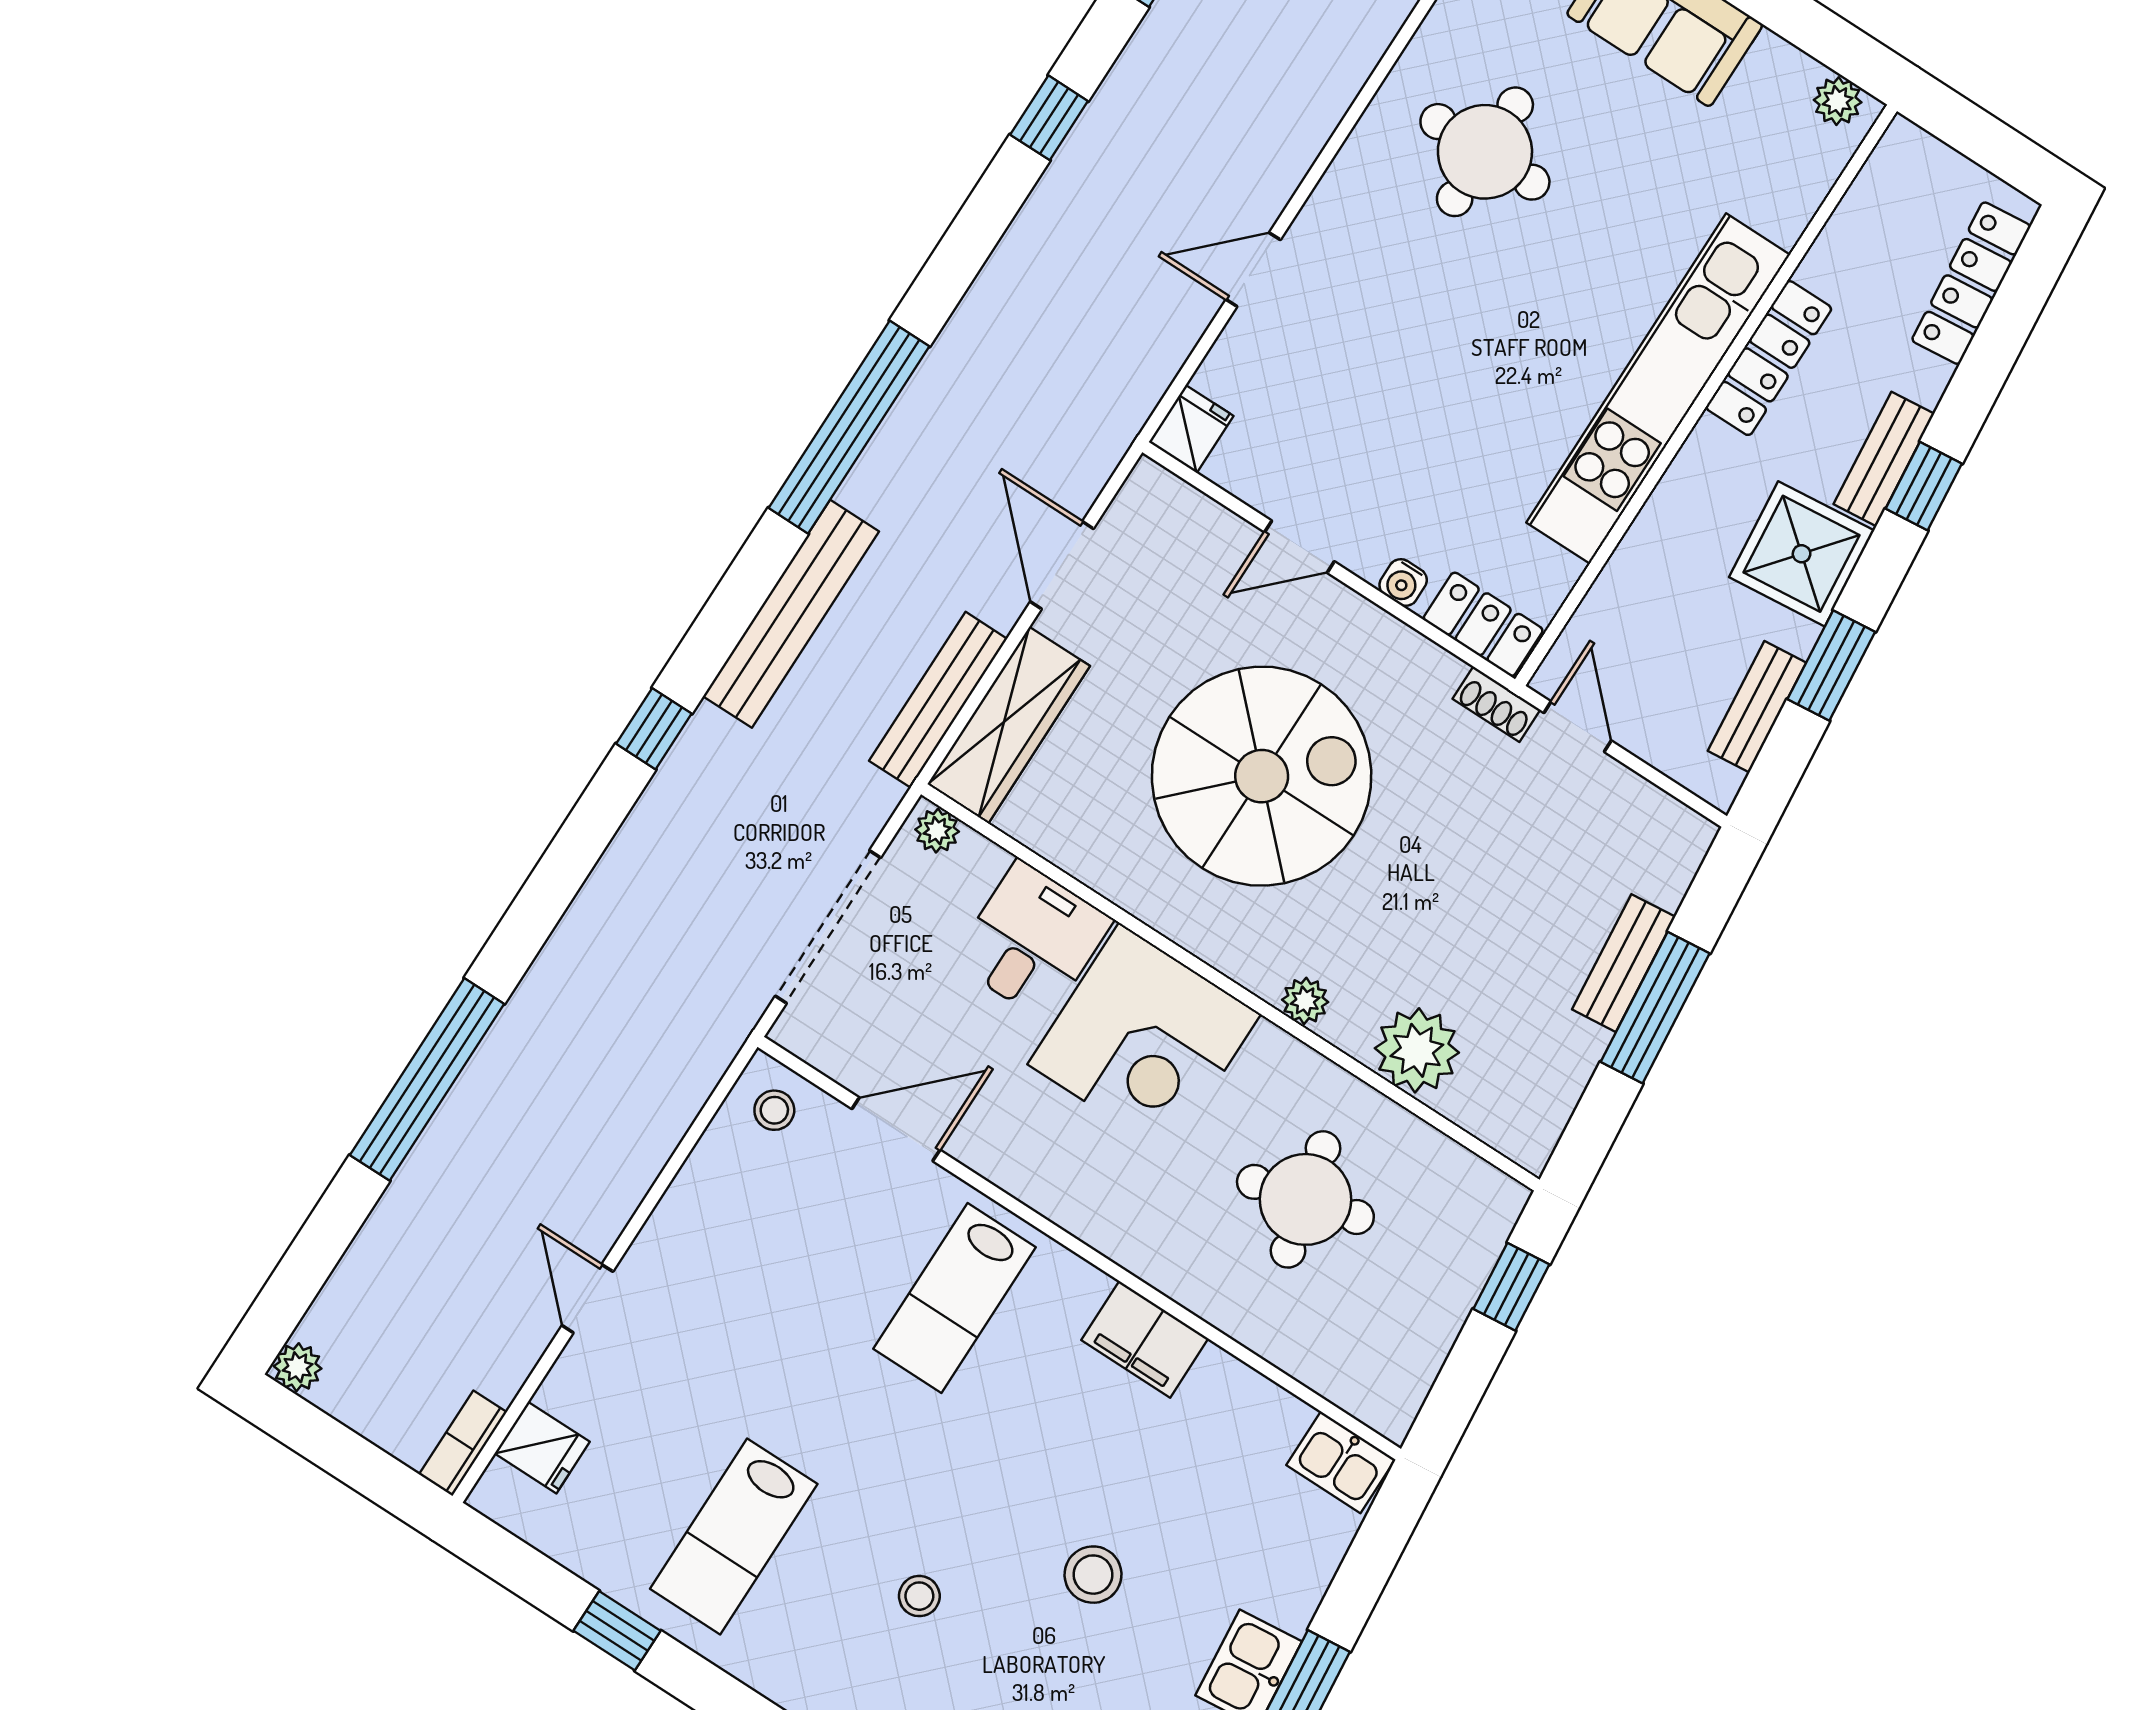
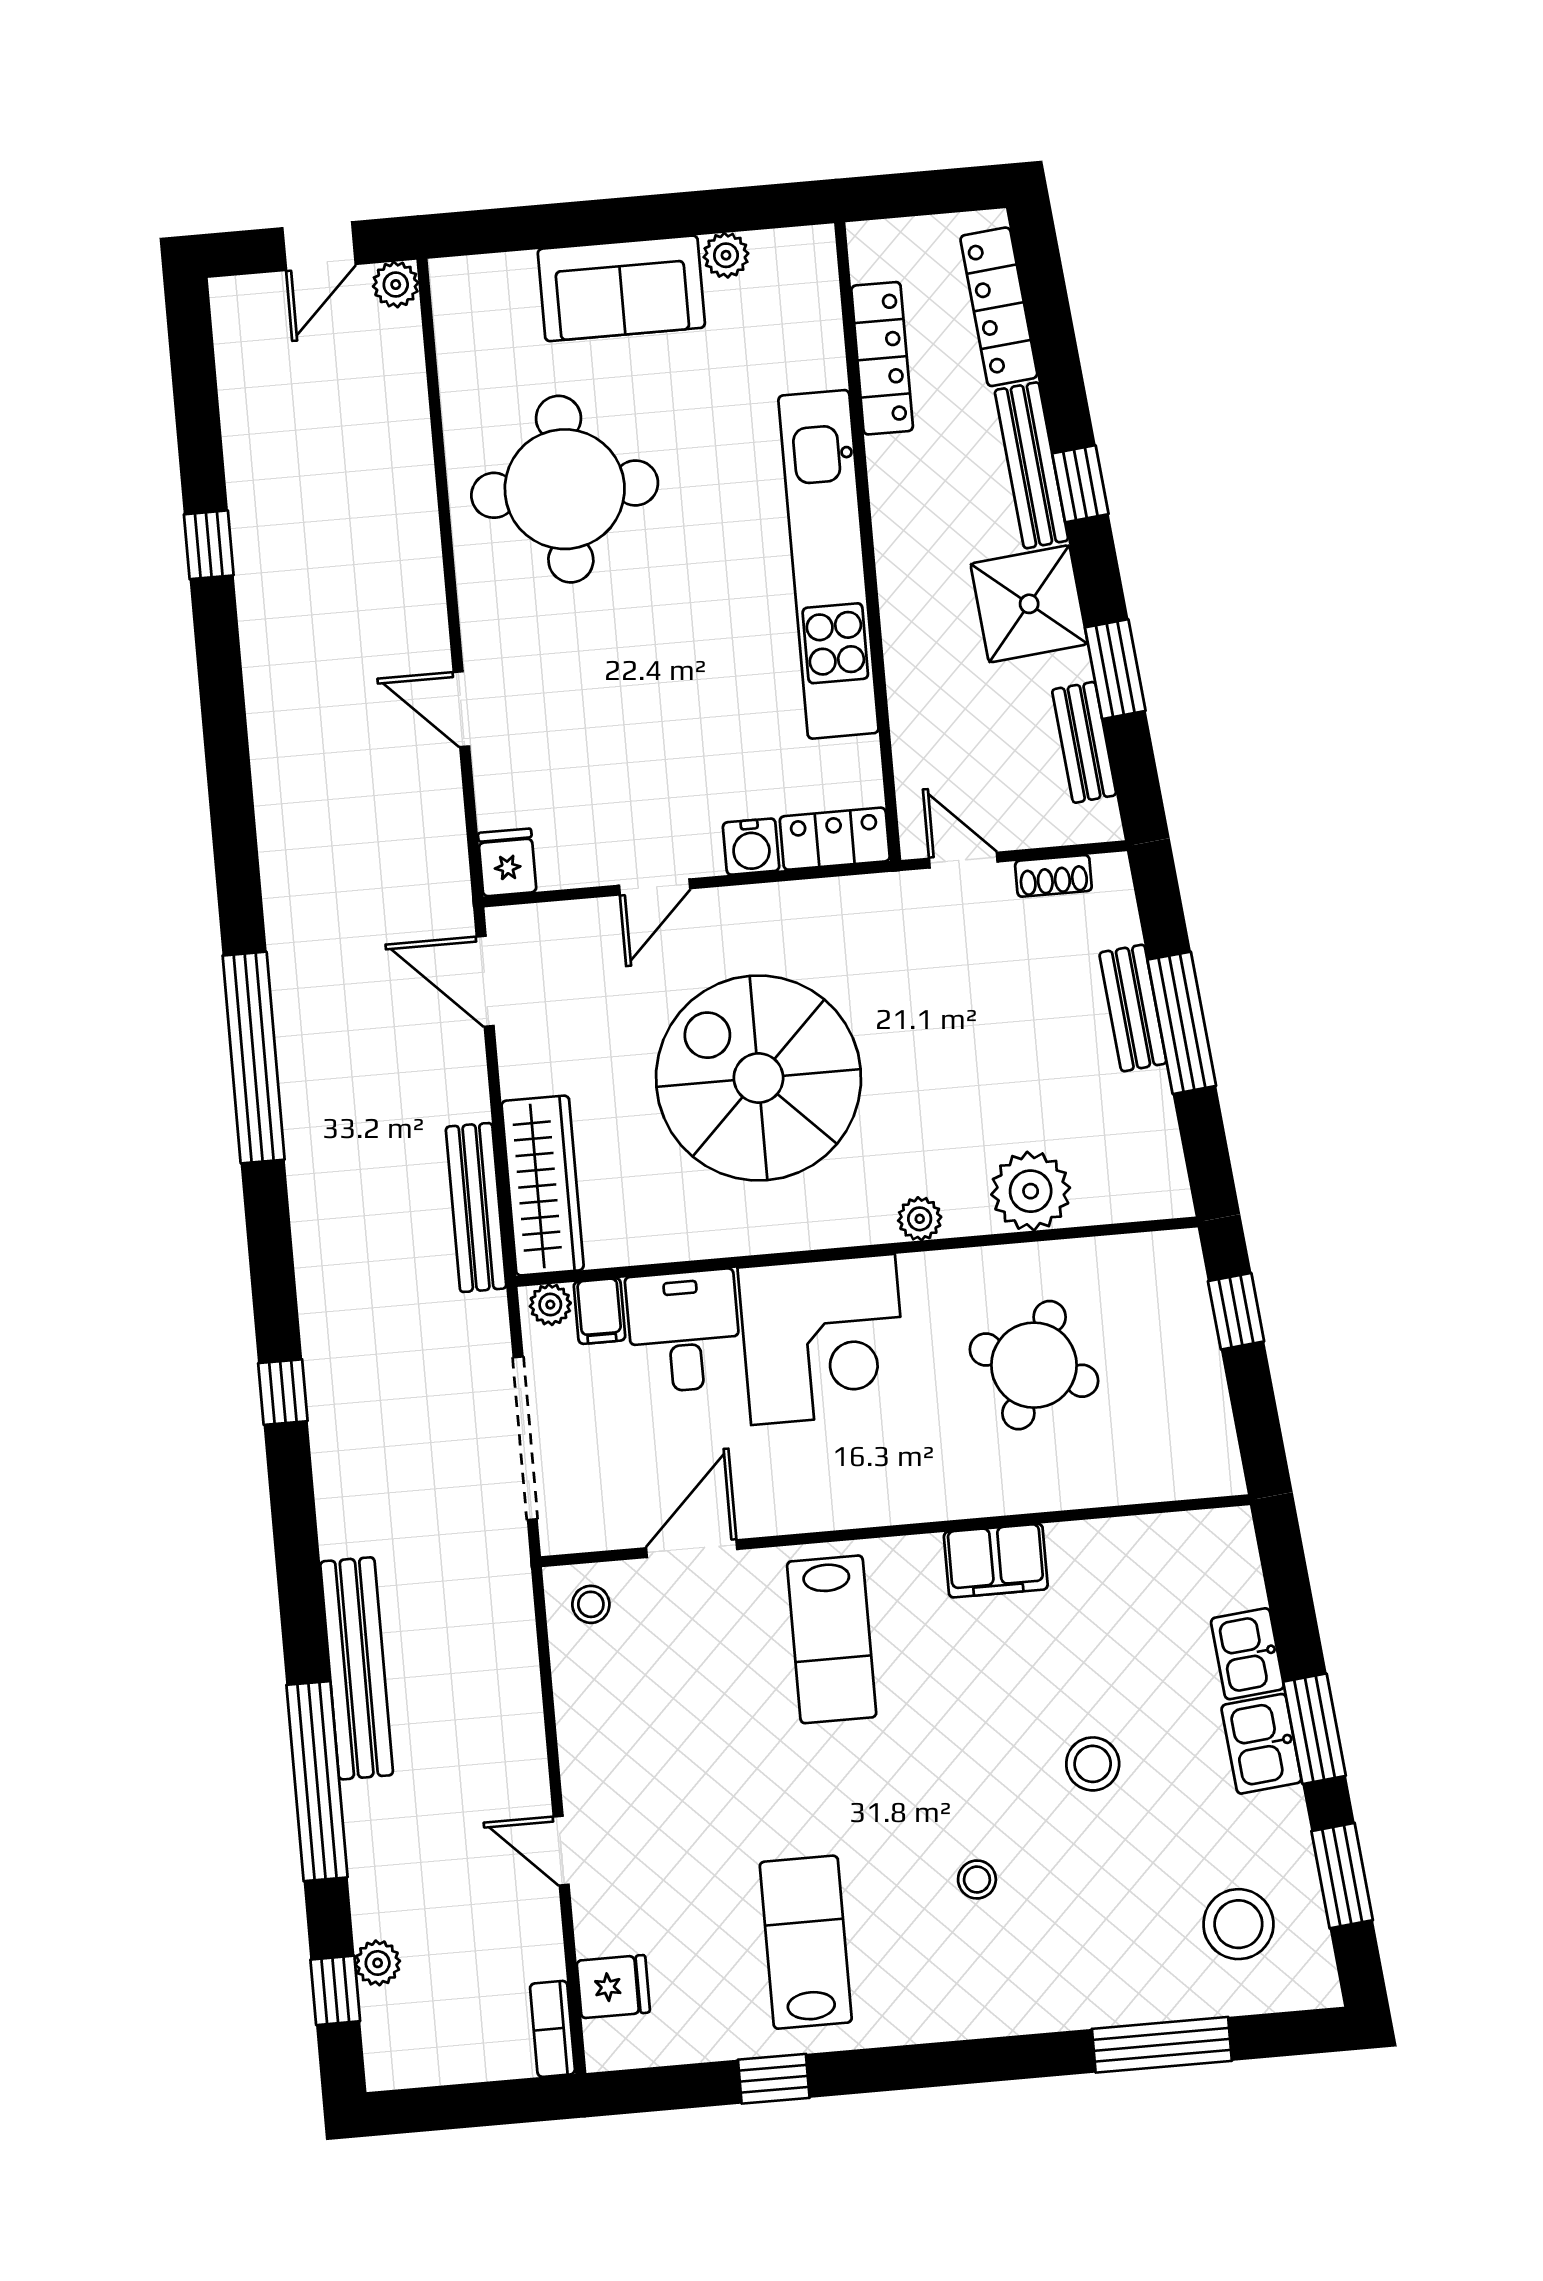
plant: (1838, 101) -> (726, 255), moved
window: (1049, 118) -> (335, 1990), moved
round table: (1485, 152) -> (565, 489), width x1.36, depth x1.36
door: (1253, 270) -> (461, 709), hinge flipped
locker: (1769, 358) -> (882, 358), moved
bench: (1884, 459) -> (1031, 465), width x1.36
door: (1062, 565) -> (485, 981), moved
water cooler: (1403, 583) -> (751, 847), width x1.38, depth x1.38
bench: (791, 614) -> (357, 1668), moved
shoe rack: (1496, 704) -> (1053, 876), moved
spiral stairs: (1262, 776) -> (758, 1078), turned -90
filing cabinet: (974, 868) -> (599, 1311), added
round table: (1305, 1199) -> (1034, 1365), turned 37
plant: (298, 1367) -> (378, 1963), moved
kitchen sink: (1341, 1462) -> (1247, 1654), moved, turned 84
lab bench: (734, 1536) -> (806, 1942), turned 180

